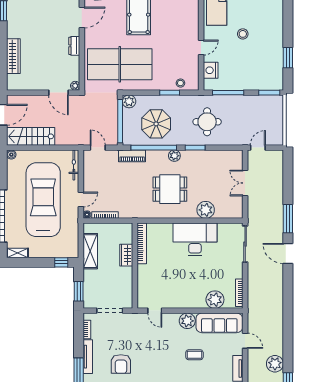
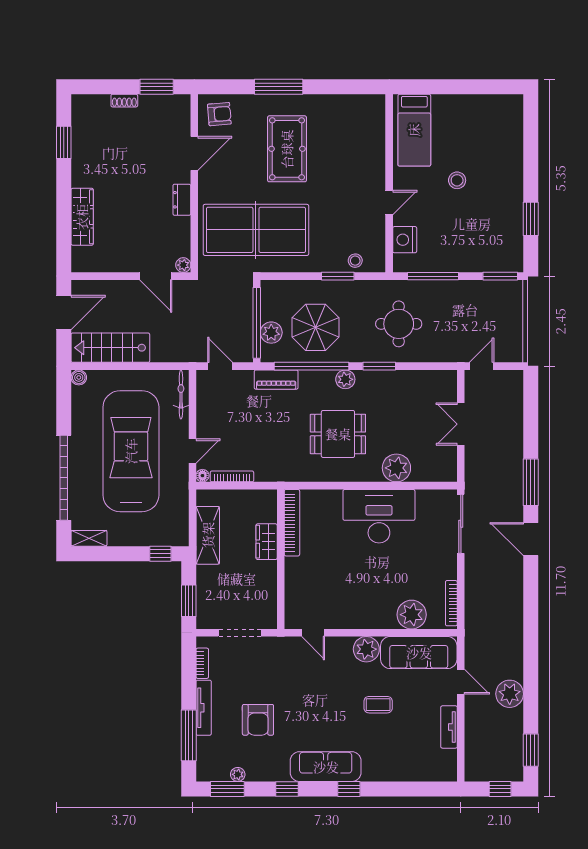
plant: (129, 101) -> (271, 333), moved
plant: (275, 364) -> (510, 694), moved

